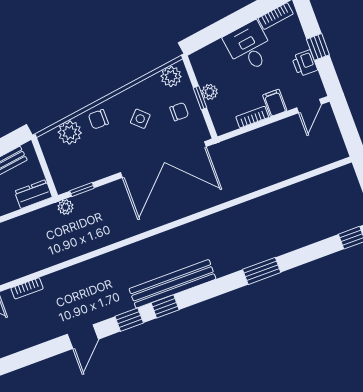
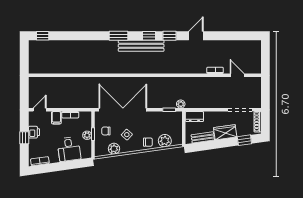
desk: (249, 47) -> (69, 149), moved
plant: (171, 76) -> (114, 149), moved
window: (262, 271) -> (118, 36), moved

